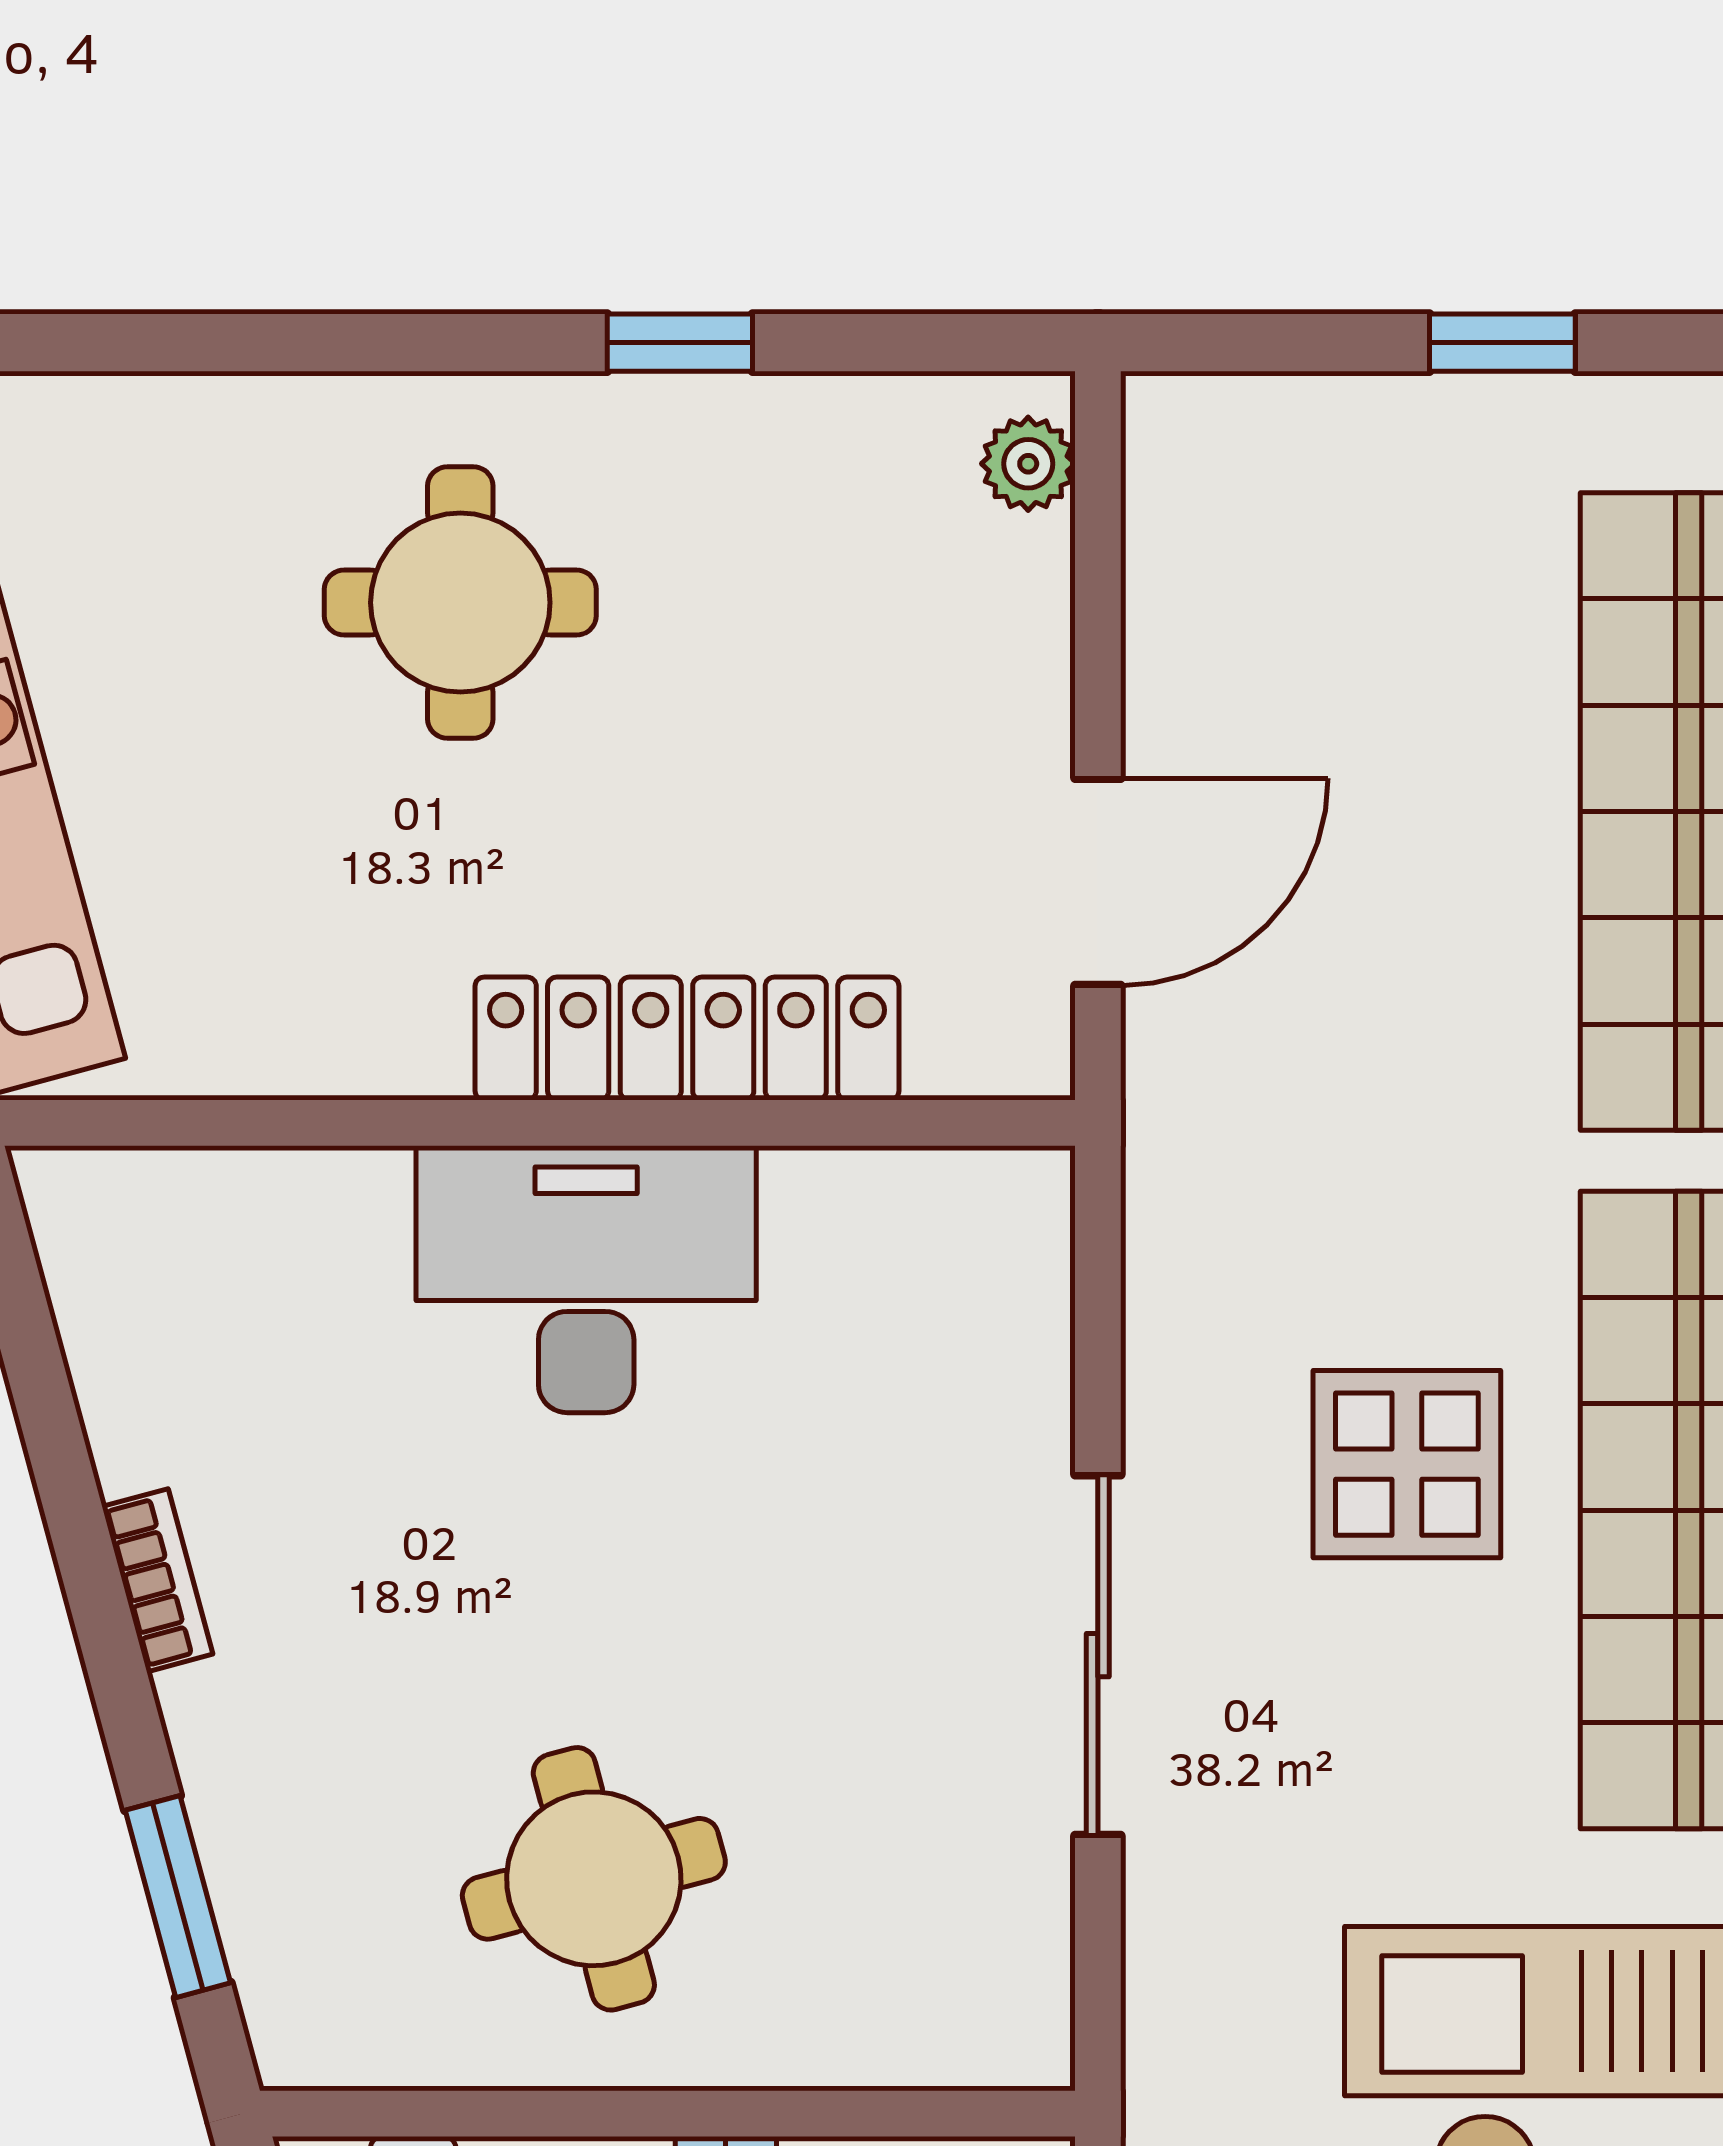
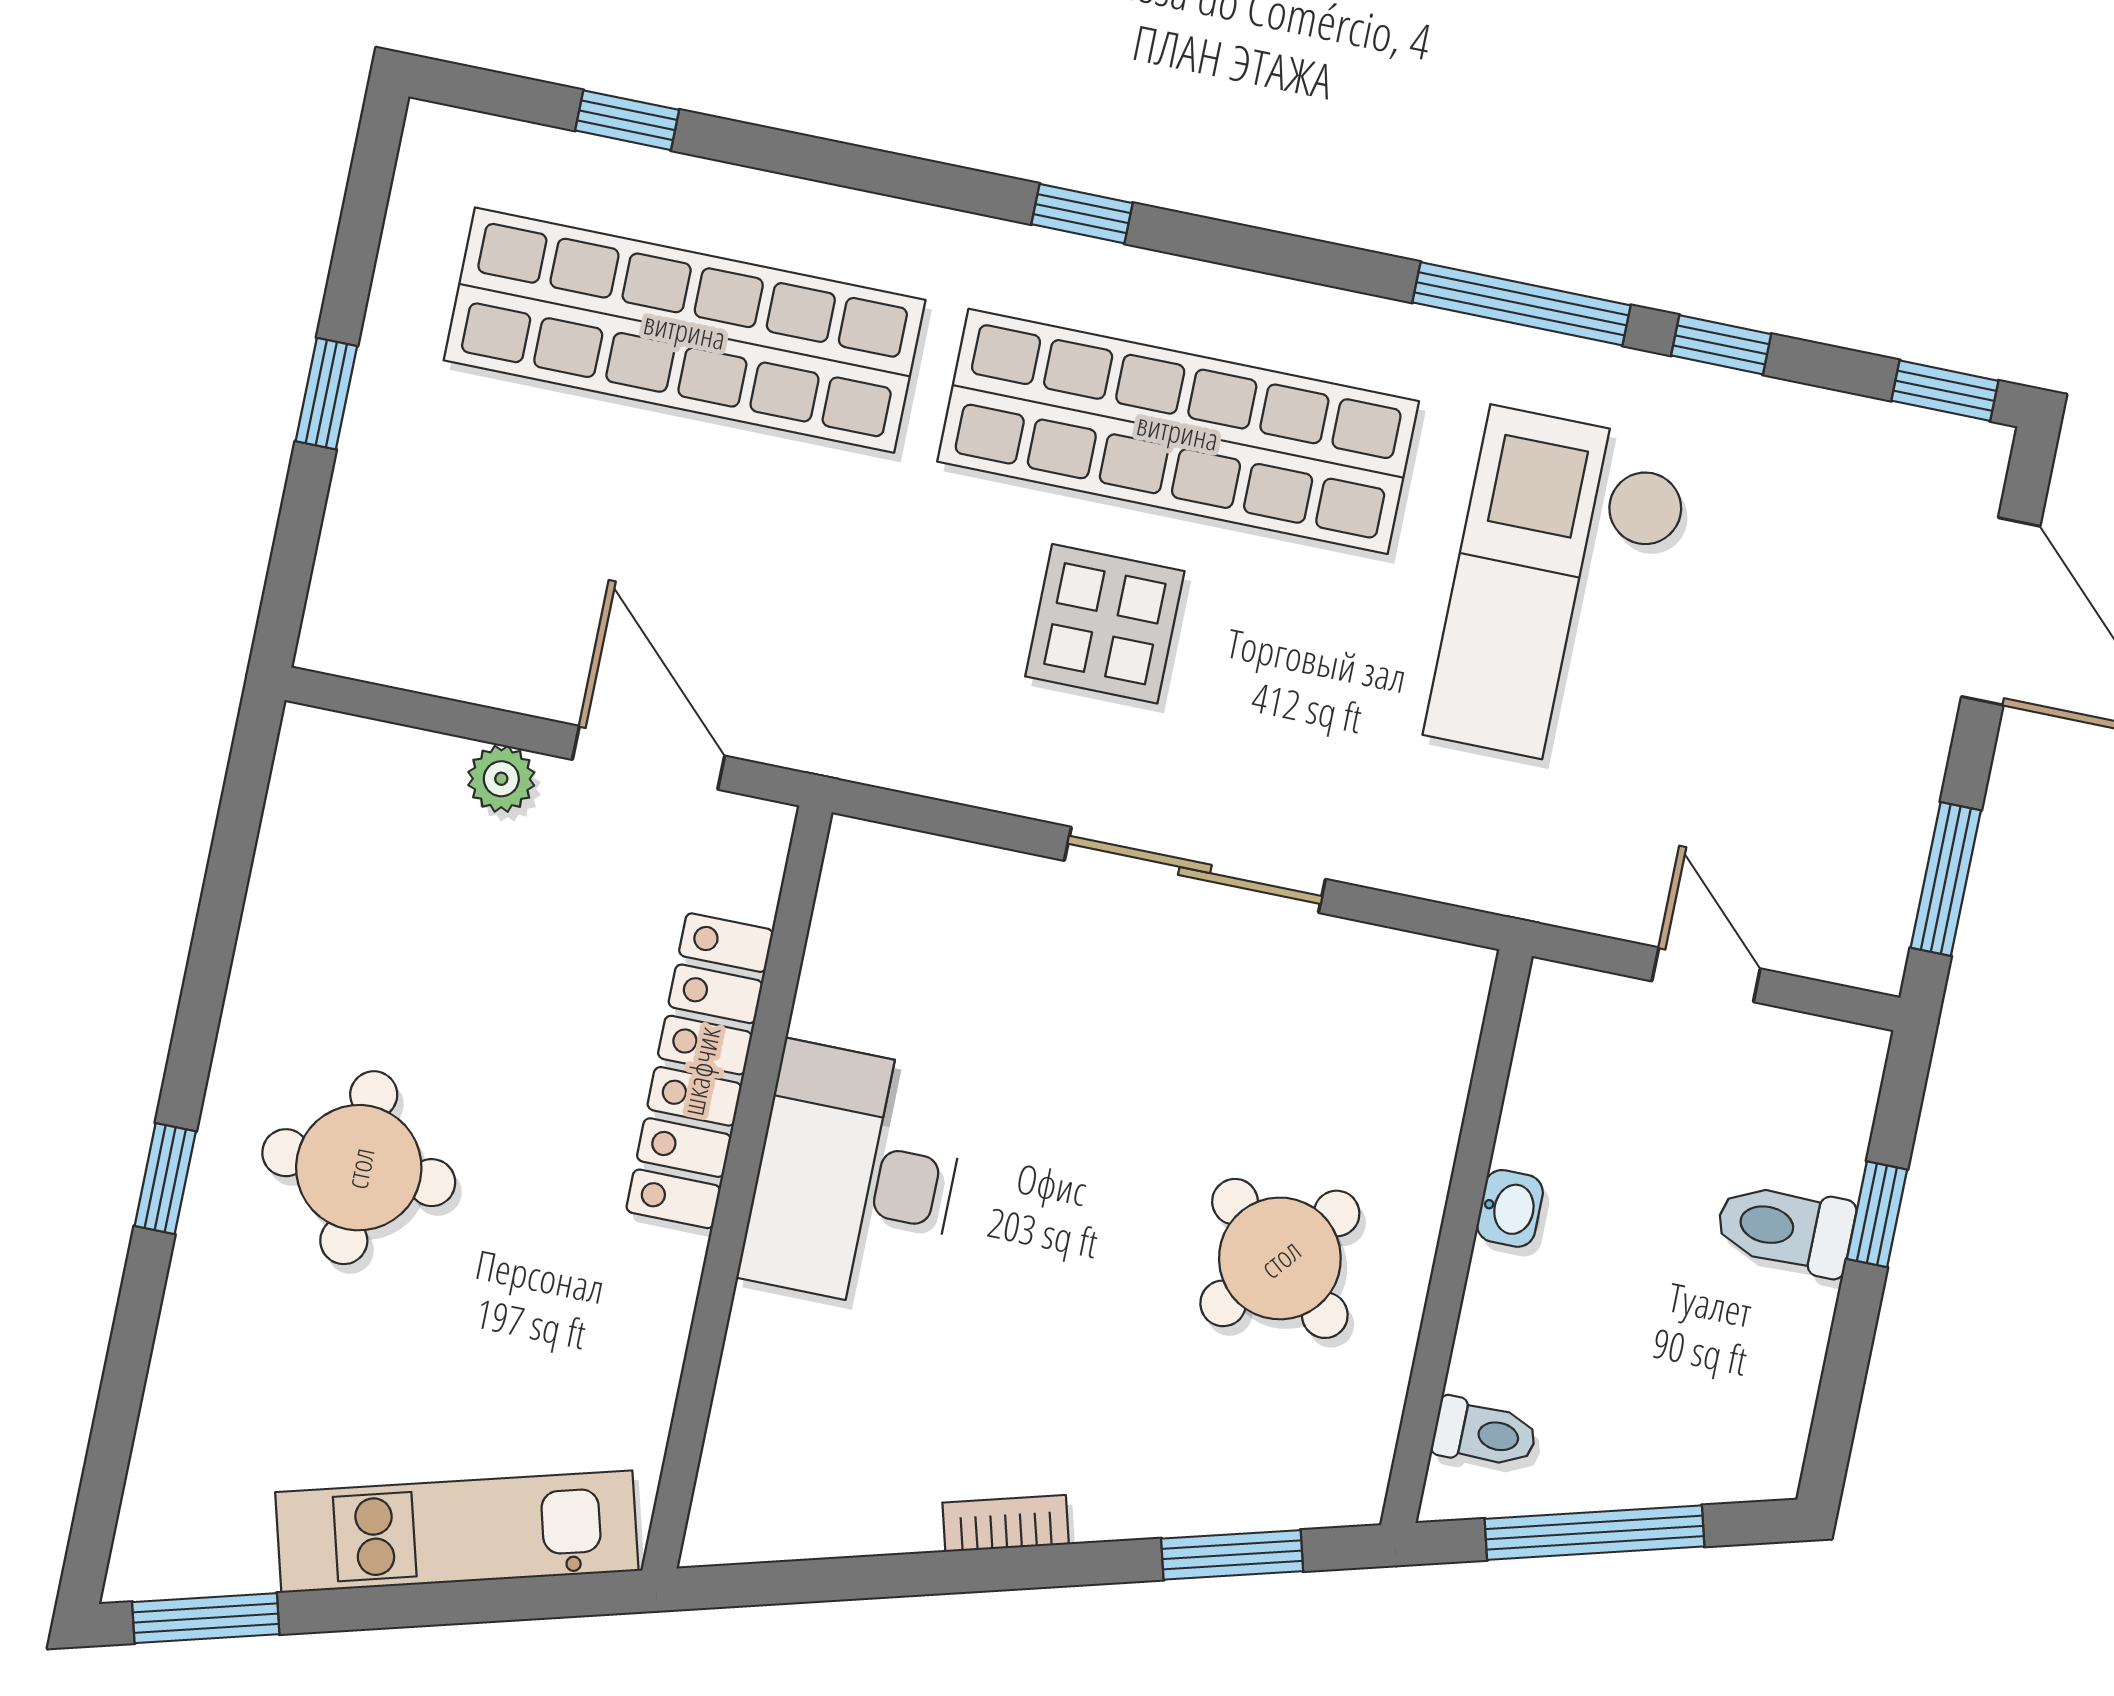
window: (680, 343) -> (165, 1179), moved
plant: (1028, 464) -> (501, 779), moved
round table: (594, 1879) -> (1280, 1258), turned -35

